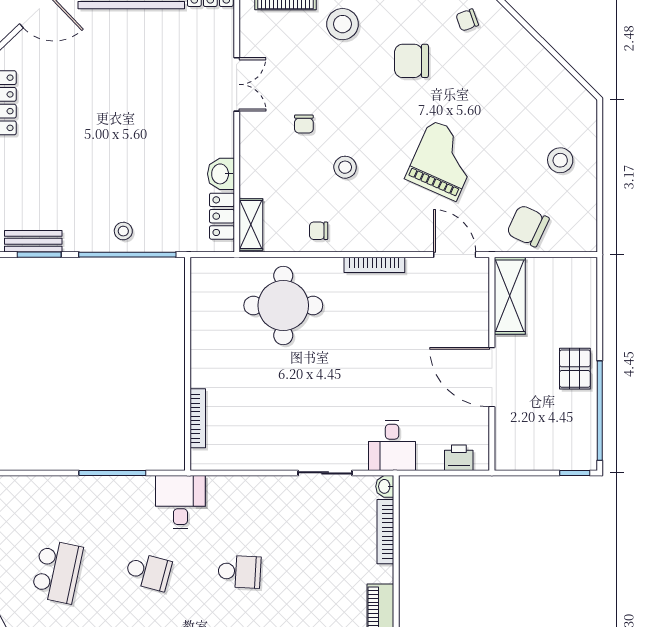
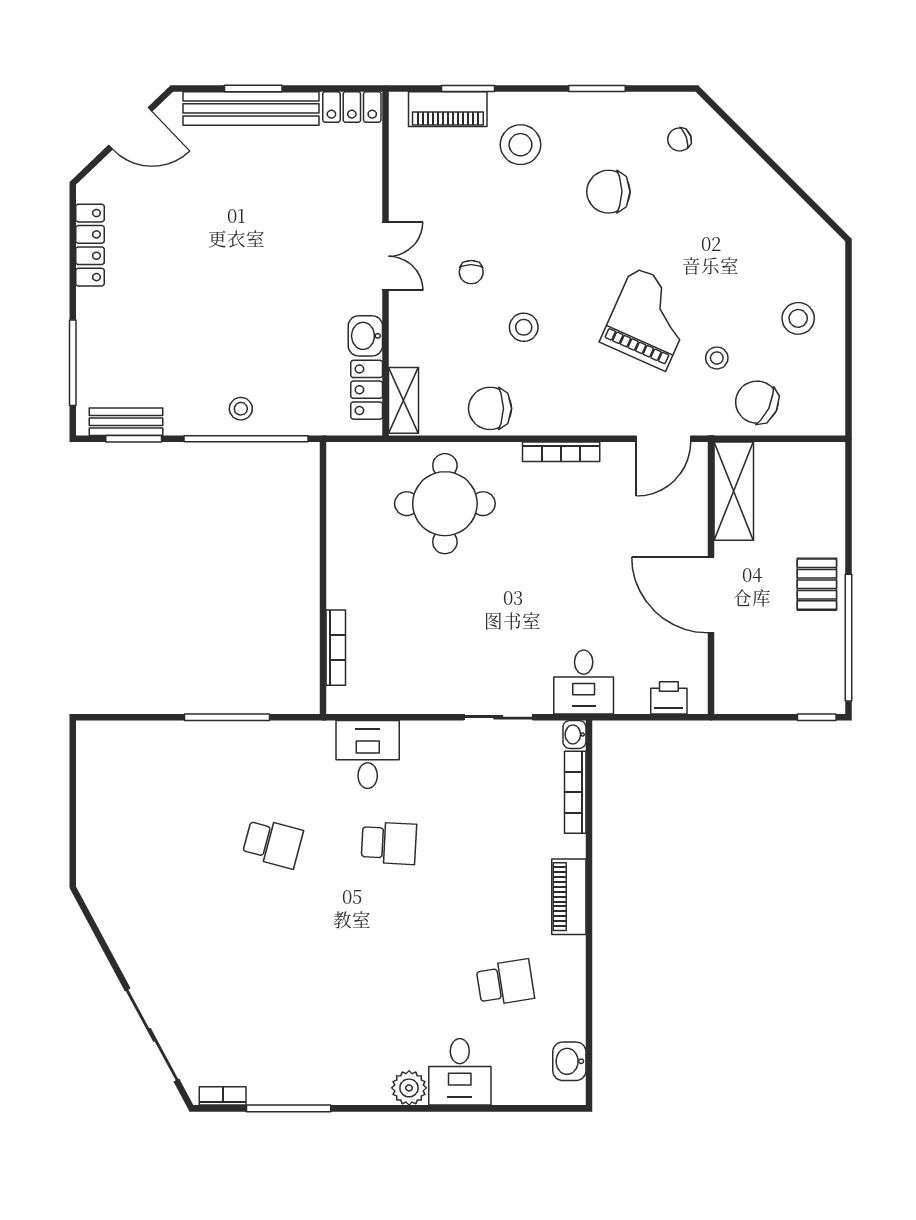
double door: (237, 84) -> (386, 256), moved
stool: (496, 191) -> (717, 358), added
chair: (319, 231) -> (490, 408), width x1.87, depth x1.87
door: (455, 255) -> (663, 439), swing flipped
desk: (180, 502) -> (368, 755), moved
school desk: (57, 572) -> (156, 843), removed

